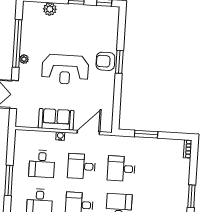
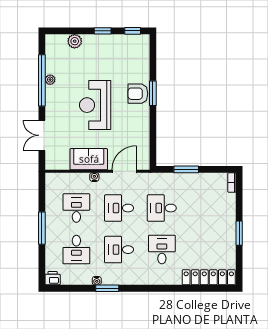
plant: (24, 59) -> (50, 80), moved
reception desk: (65, 69) -> (95, 105), turned 90
desk: (42, 164) -> (76, 208), turned 180

